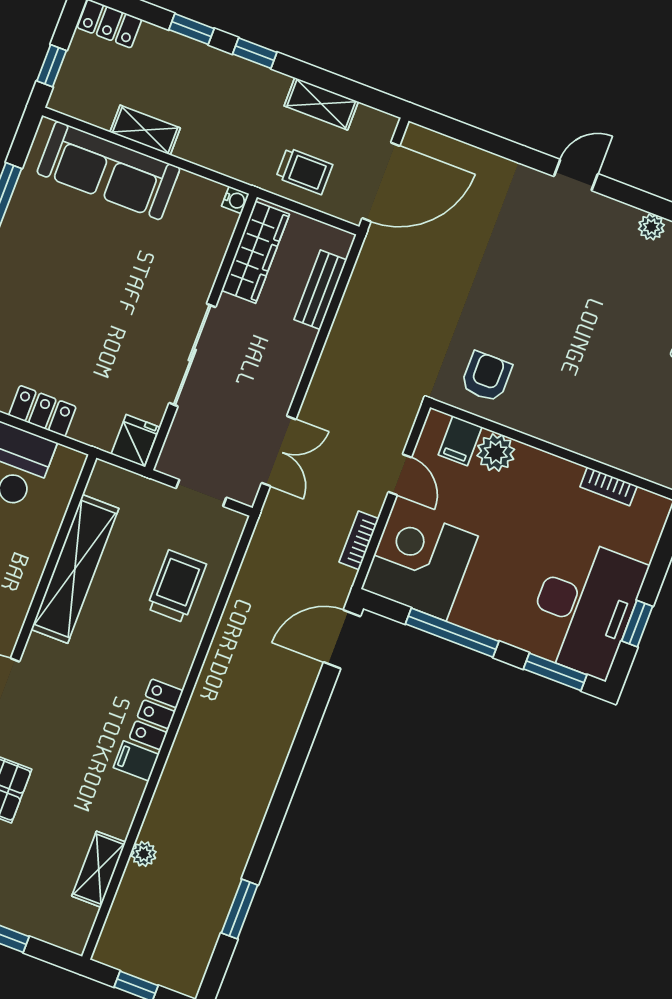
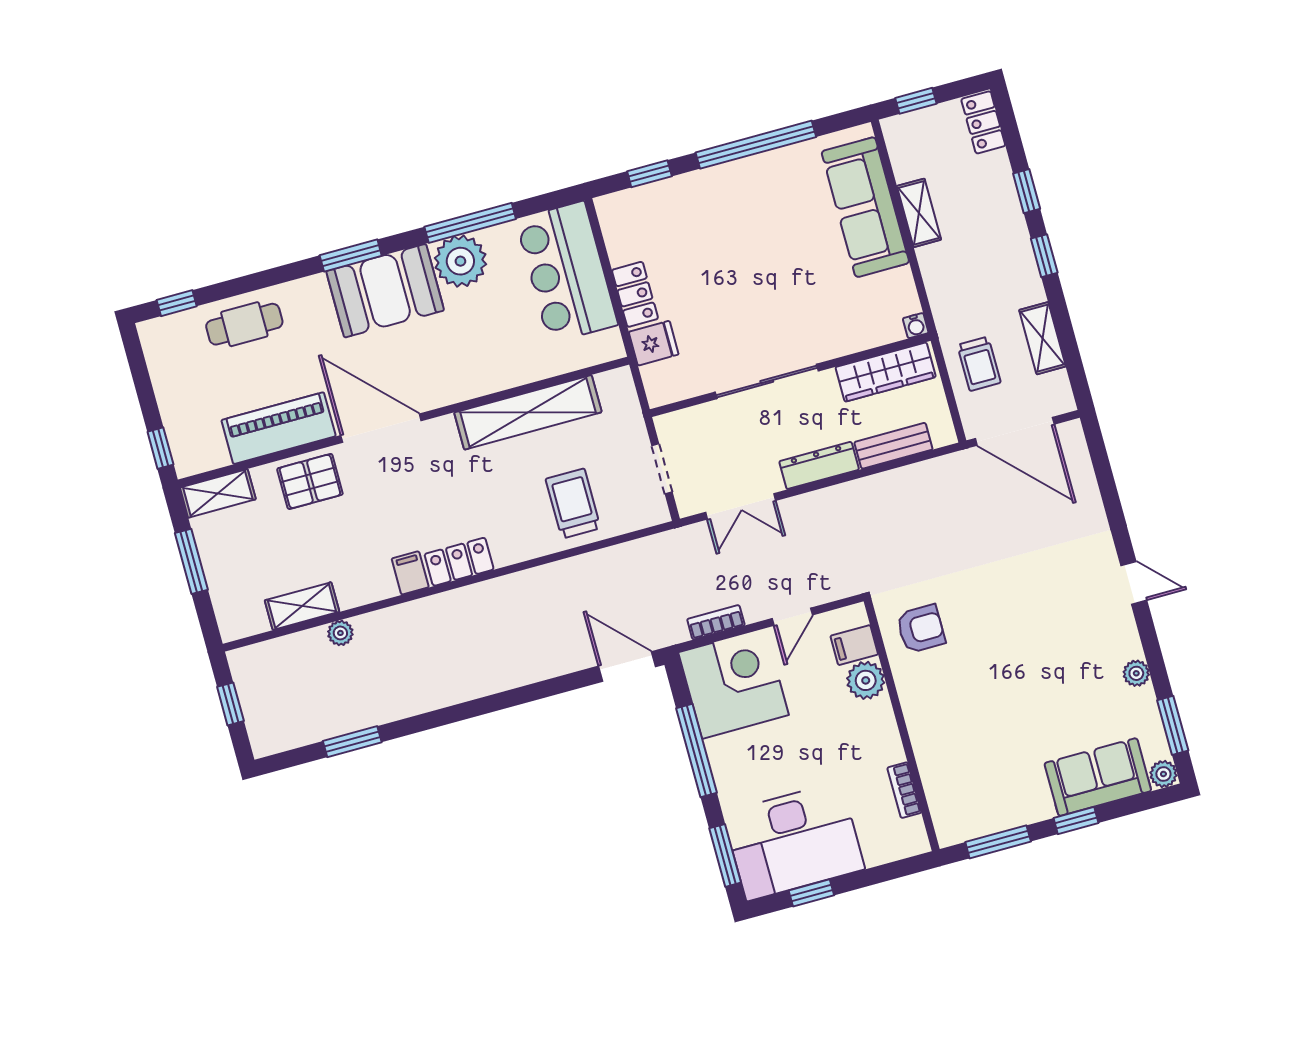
dresser: (292, 362) -> (819, 465), added
fridge: (135, 441) -> (654, 343), moved
trolley: (176, 586) -> (573, 503), turned -90

